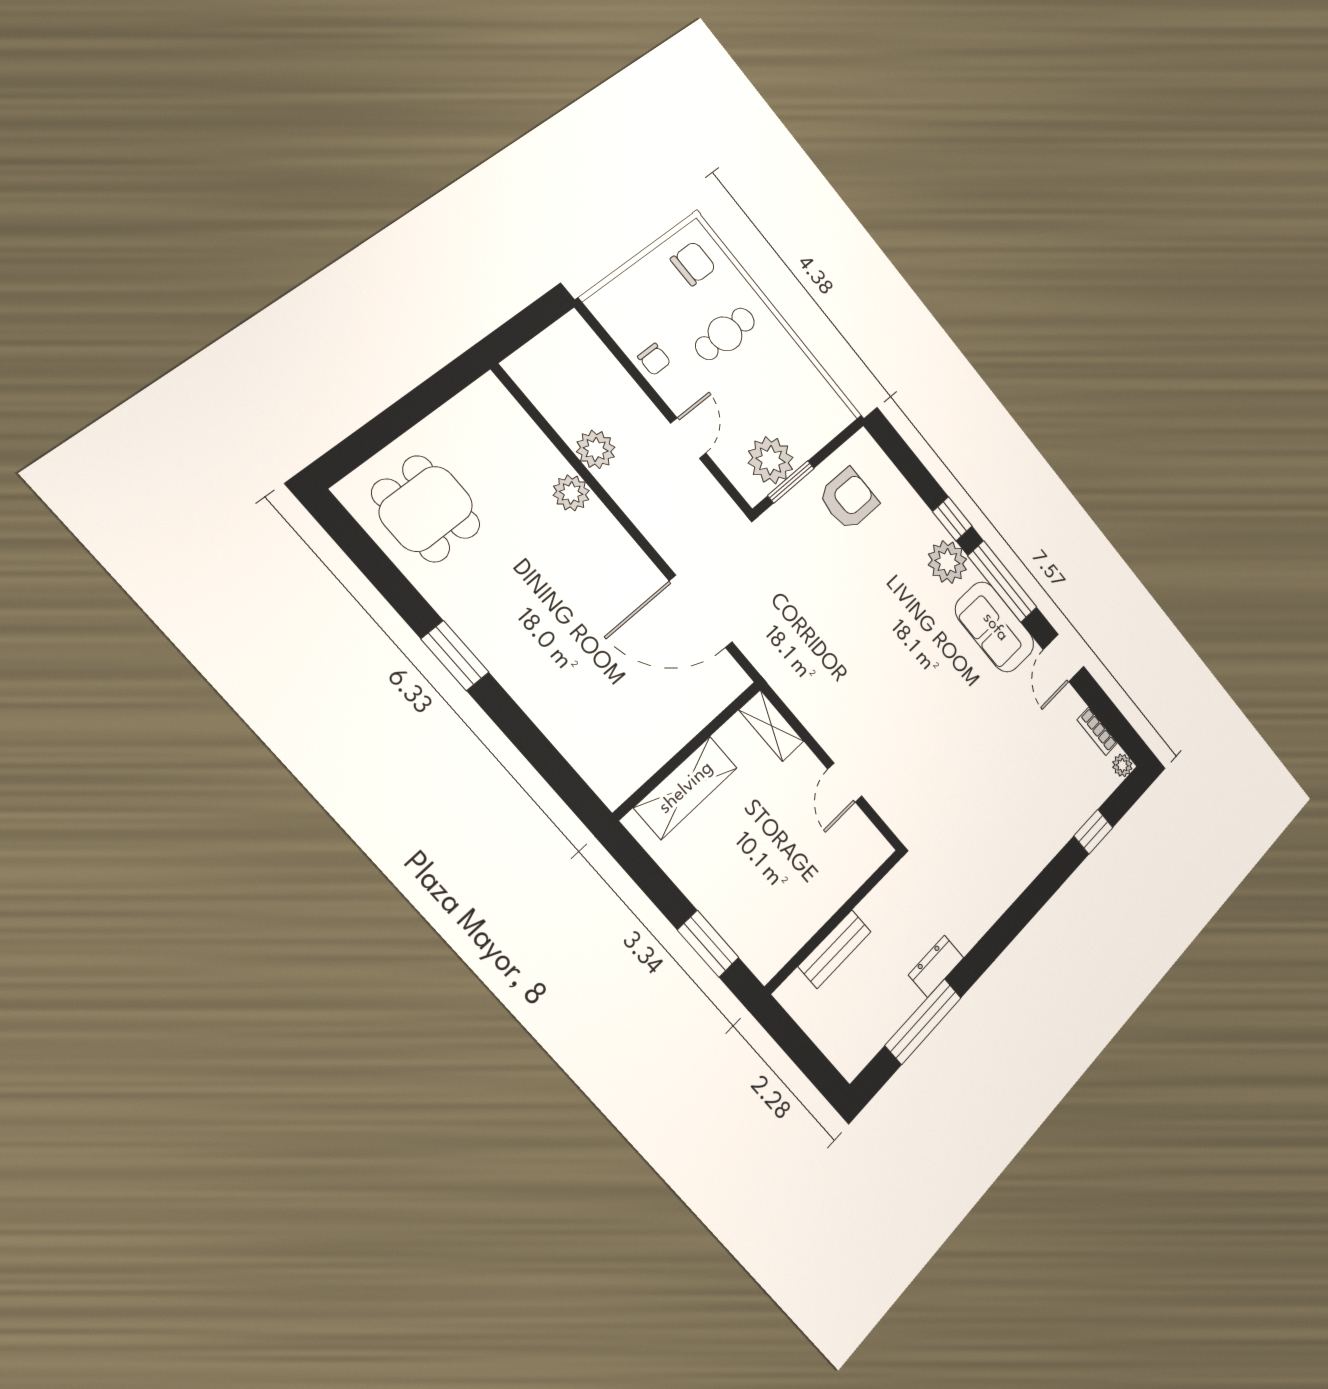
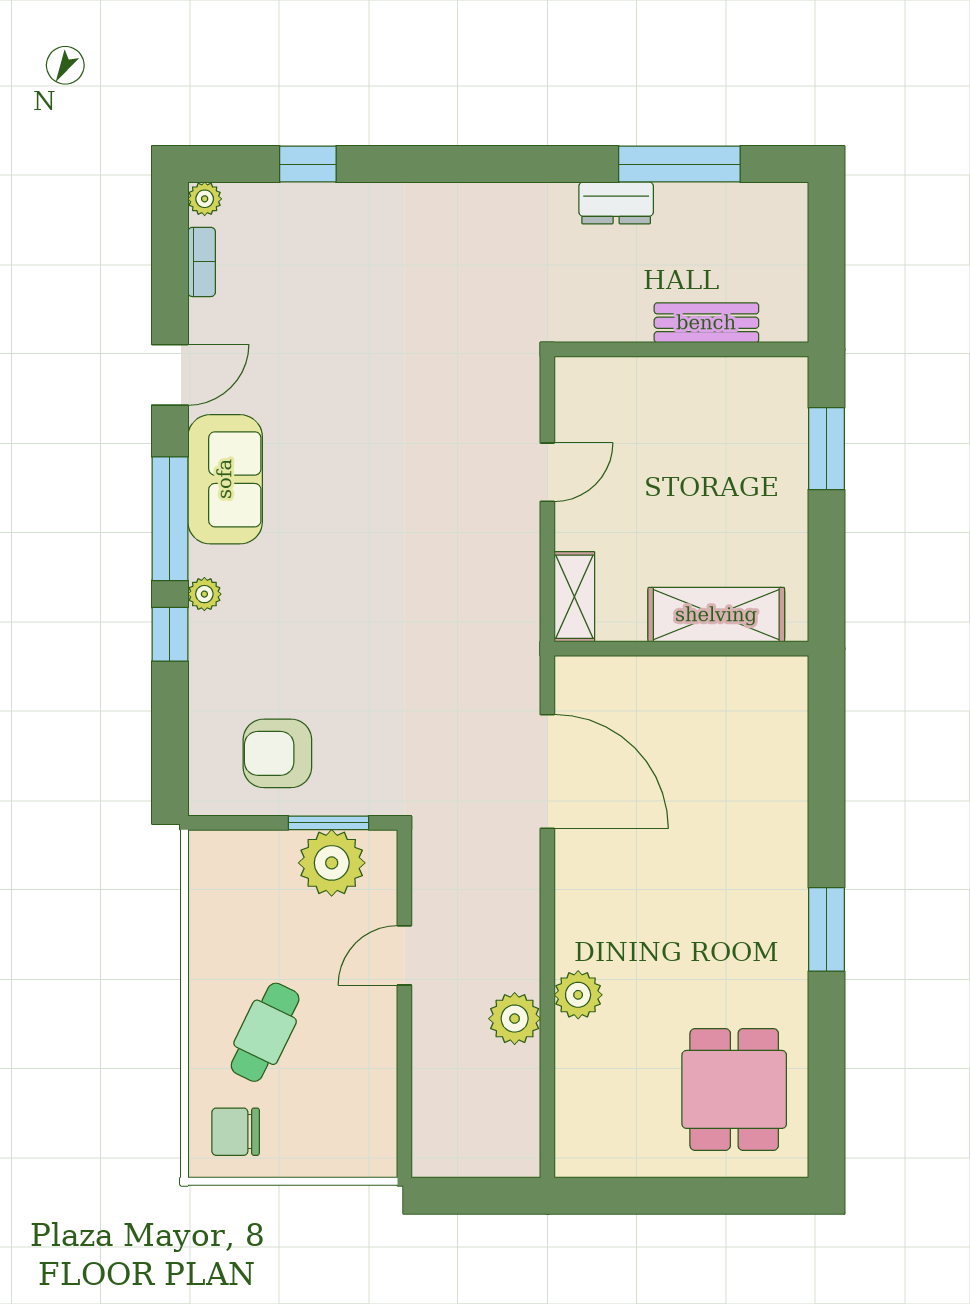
cafe table: (725, 334) -> (265, 1032), turned -64
chair: (654, 359) -> (370, 1063), removed
plant: (947, 562) -> (204, 594), width x0.53, depth x0.53

